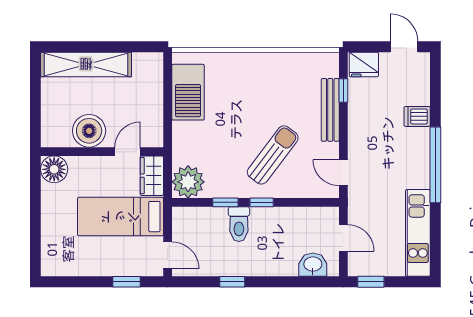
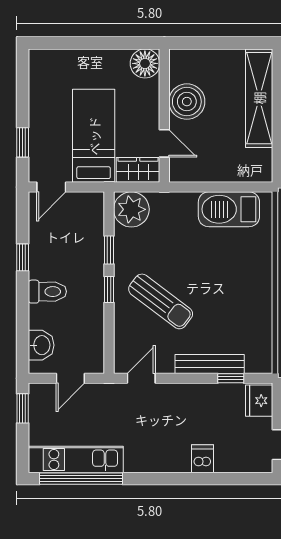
window: (435, 165) -> (81, 479), moved
toilet: (239, 224) -> (47, 292), moved, turned 180

